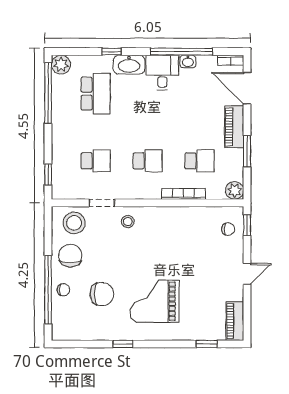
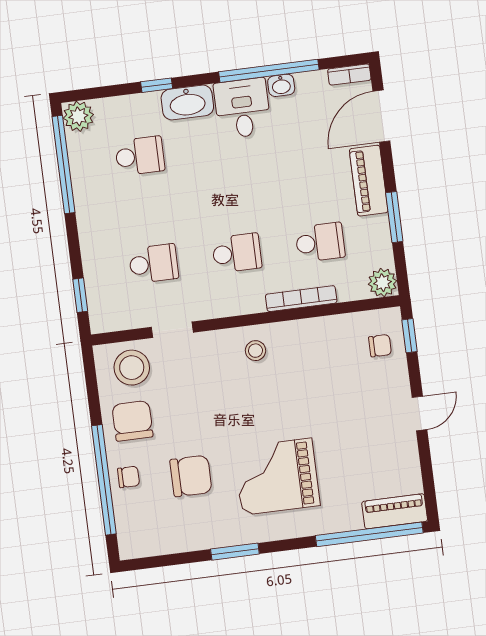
door: (247, 88) -> (381, 116), hinge flipped
school desk: (96, 94) -> (140, 156), width x0.54
stool: (128, 222) -> (255, 351), moved
piano: (235, 321) -> (395, 511), moved, turned 90
window: (123, 344) -> (235, 552), width x1.50
window: (207, 344) -> (369, 534), width x3.17

